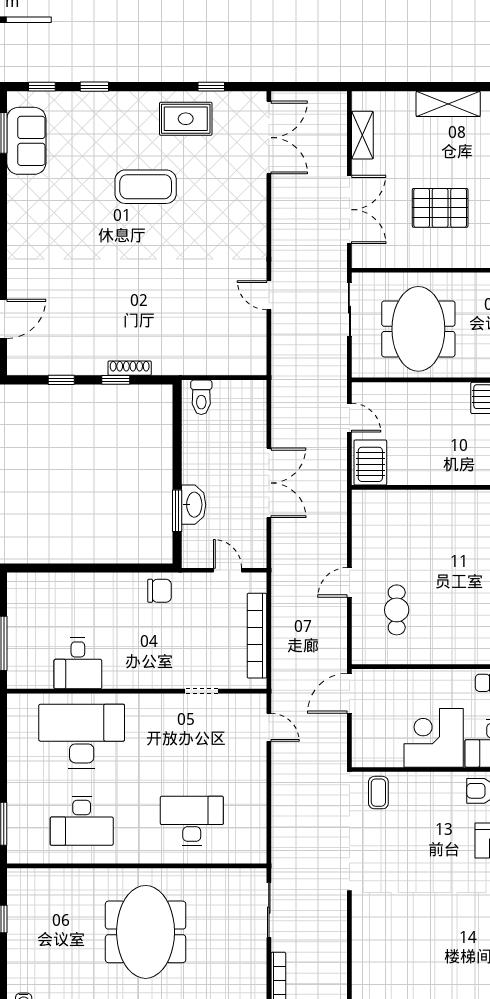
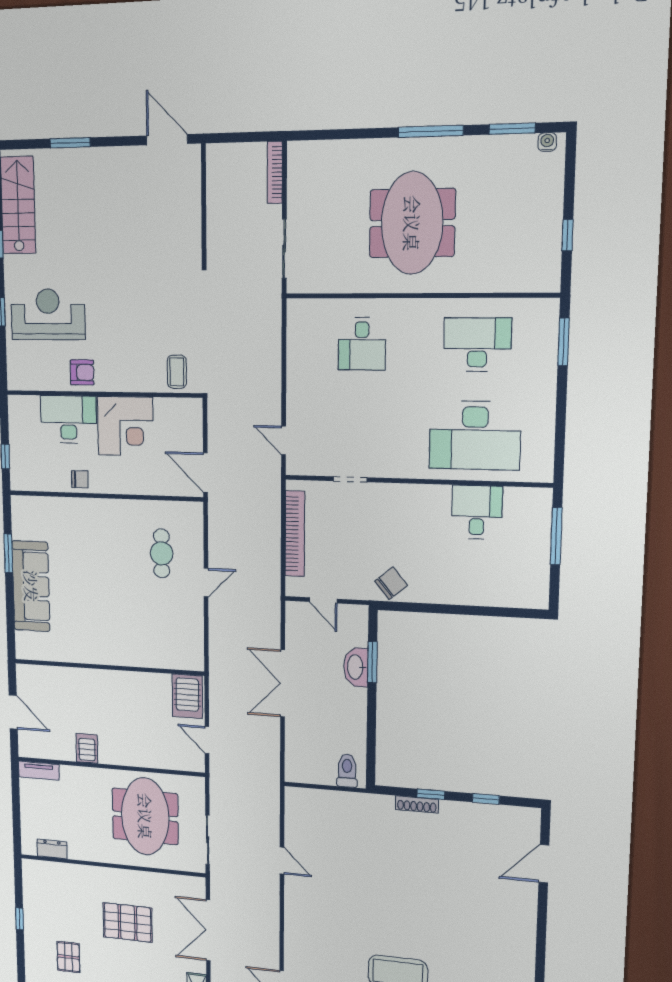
chair: (159, 591) -> (391, 583), turned 140
door: (349, 693) -> (205, 473), swing flipped
desk: (192, 821) -> (362, 344), width x0.73

